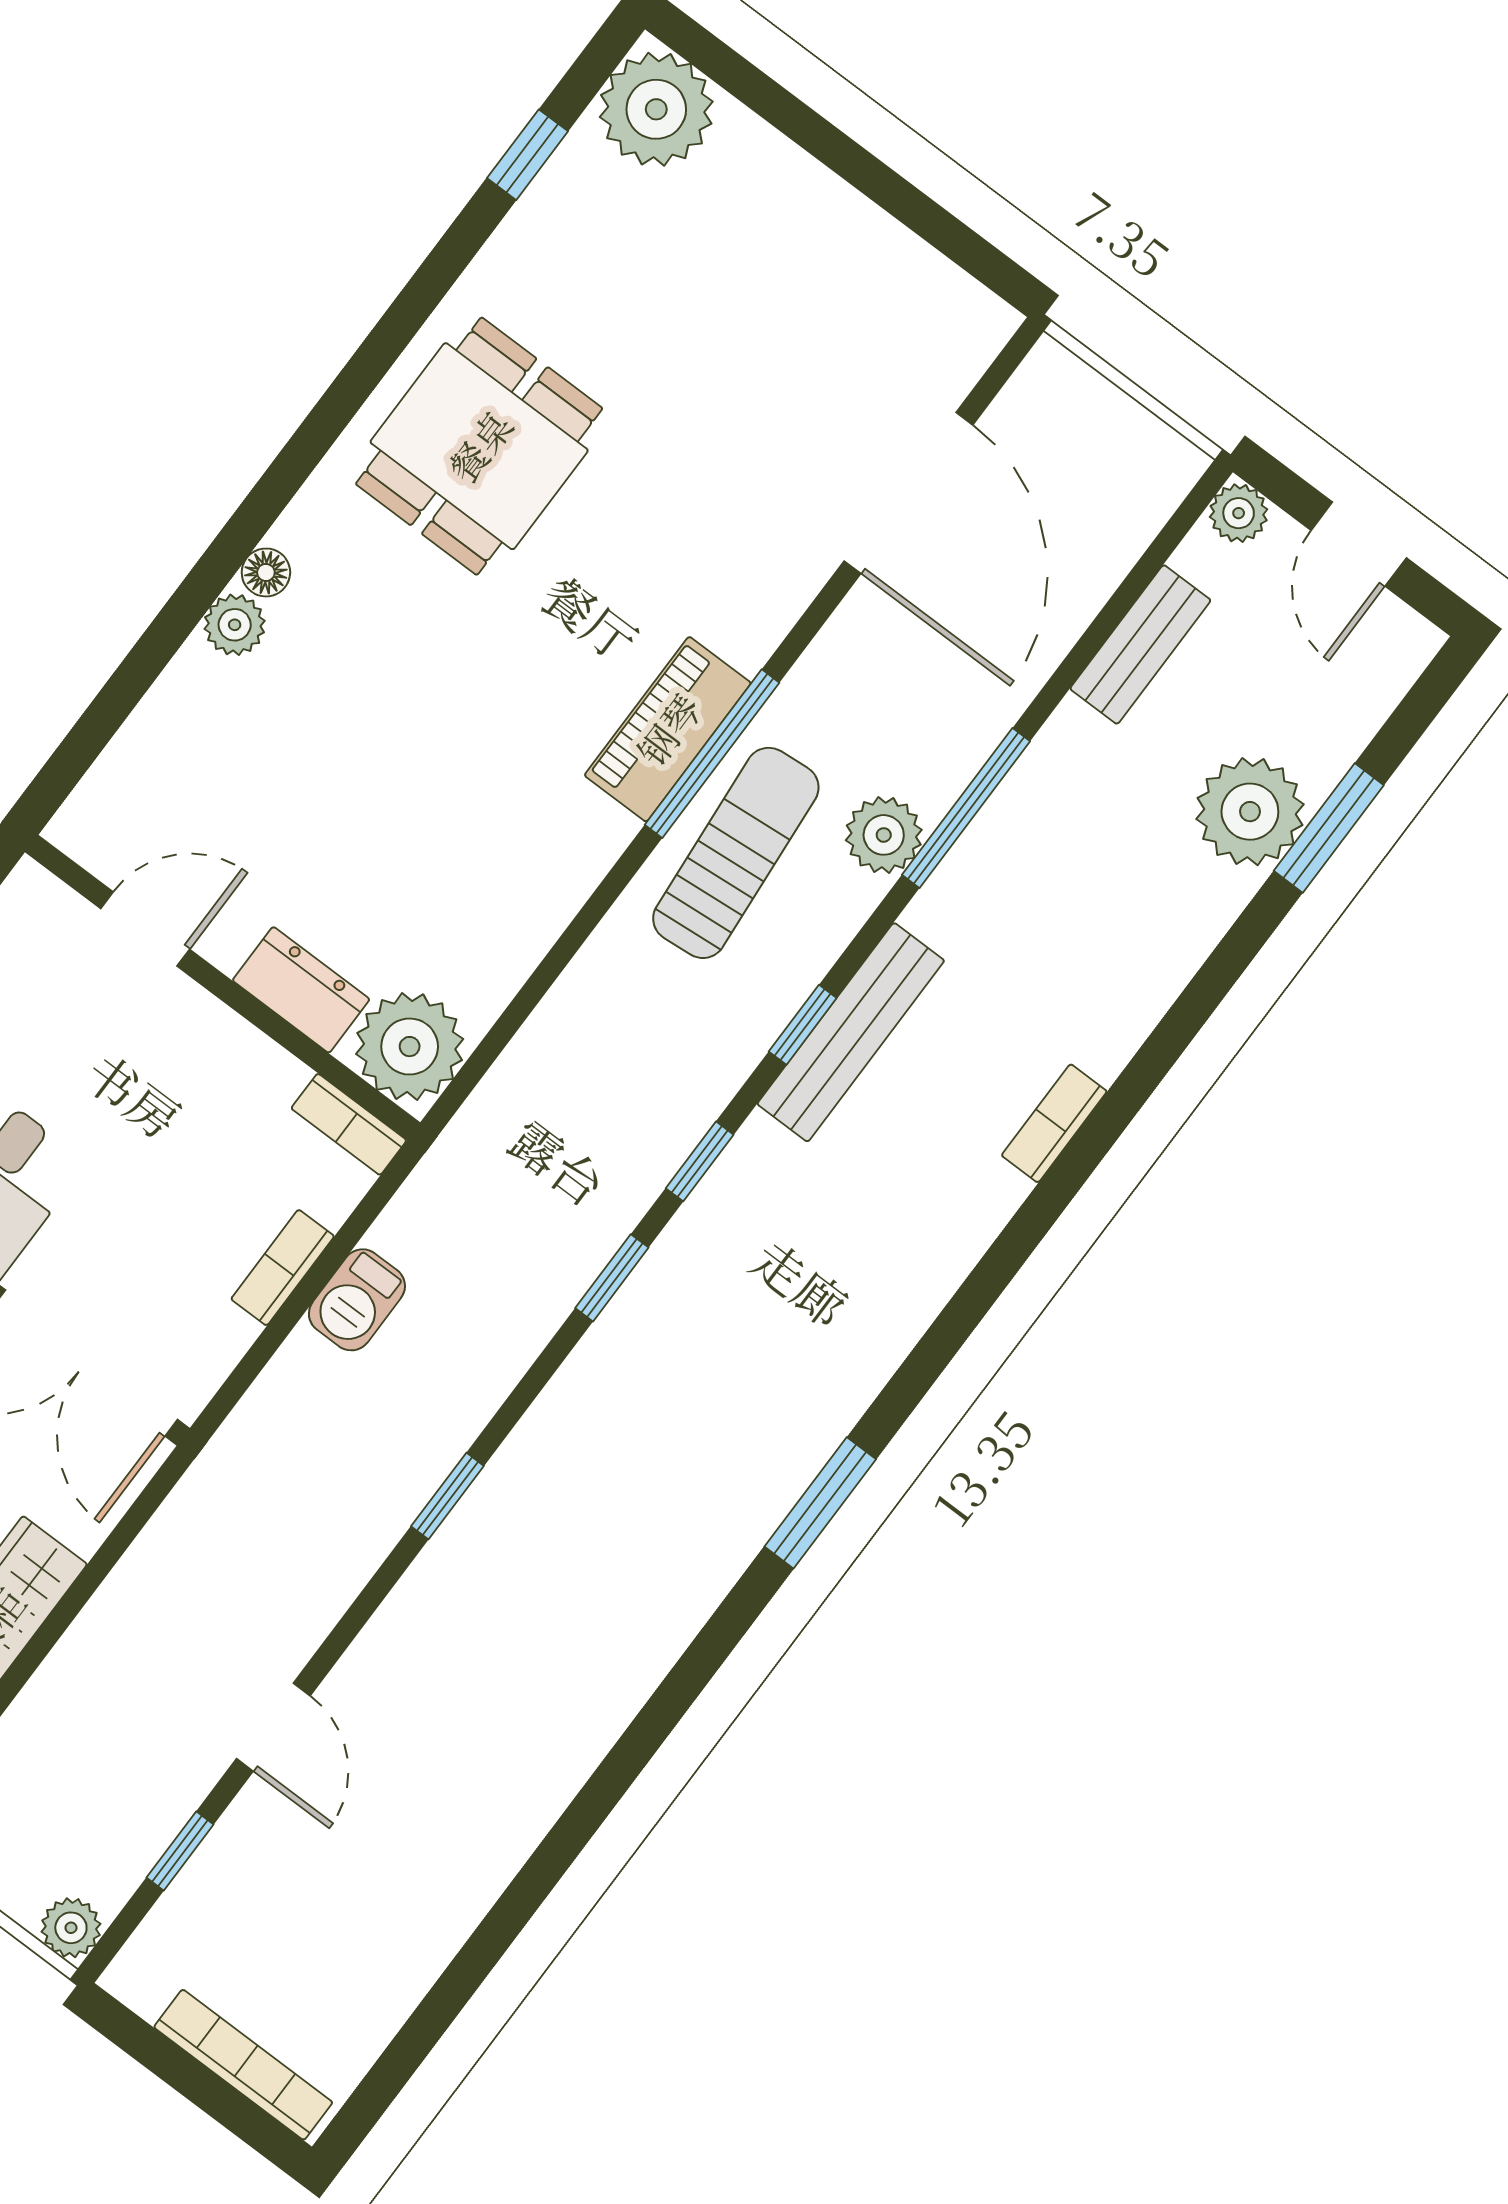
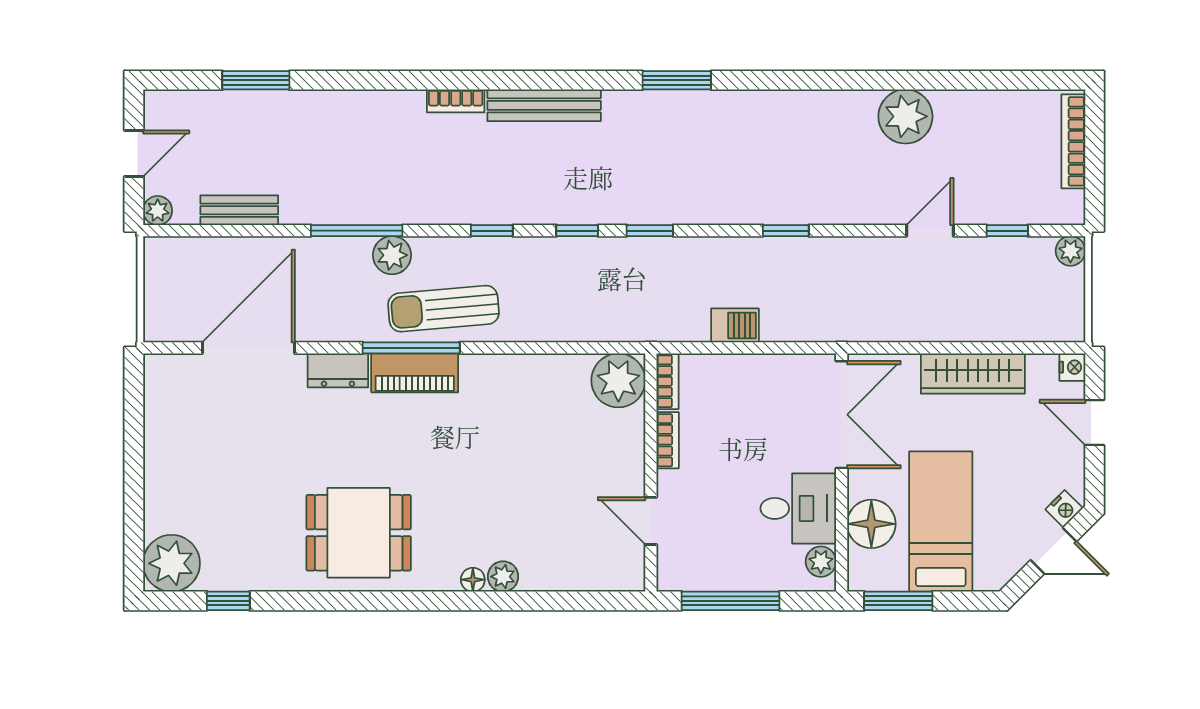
plant: (1250, 812) -> (905, 116), moved
dresser: (301, 990) -> (338, 370), moved, turned -90
bench: (851, 1032) -> (544, 105), moved
bookcase: (283, 1268) -> (668, 440), moved, turned -90

